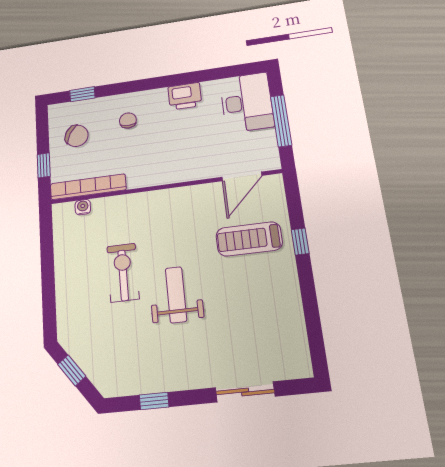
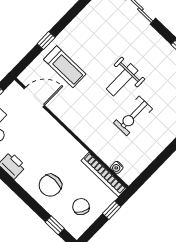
chair: (128, 120) -> (50, 185), width x1.87, depth x1.87

